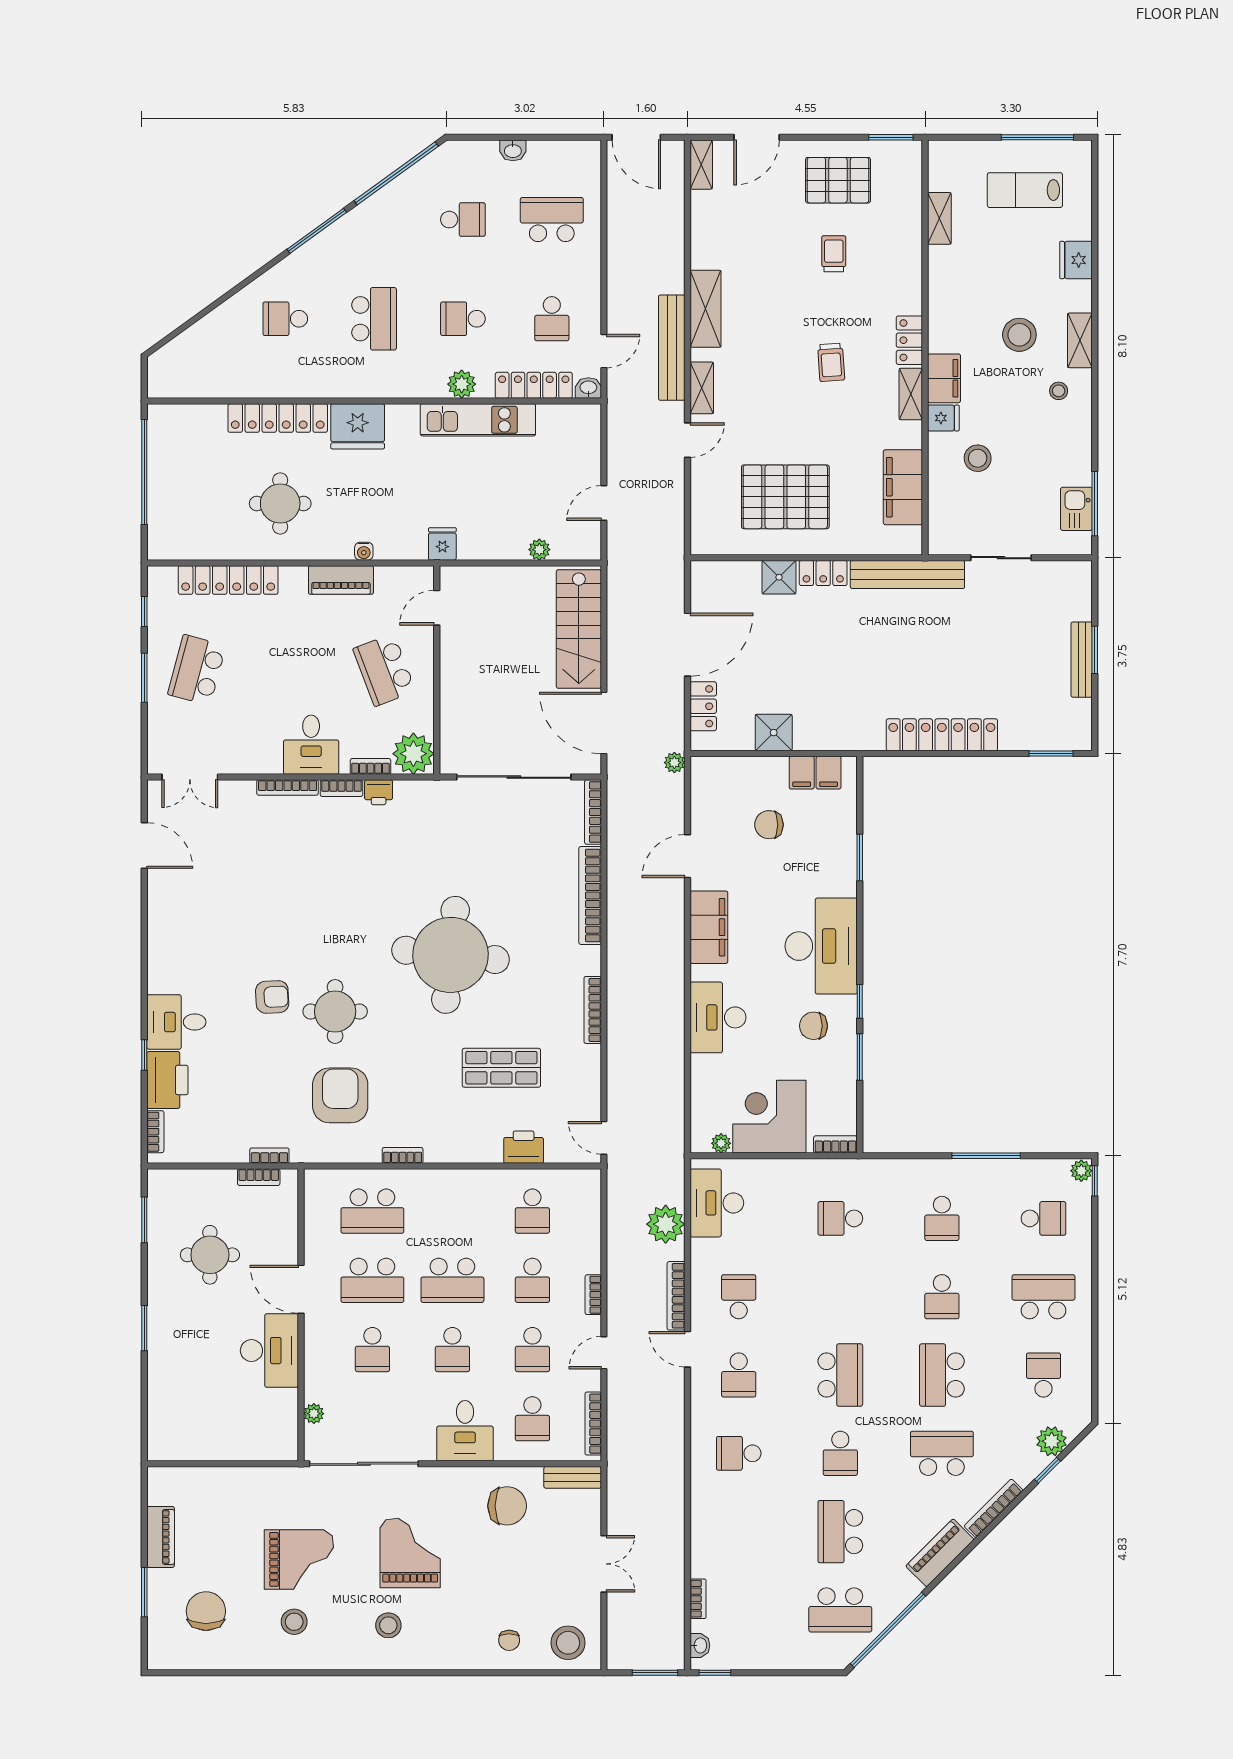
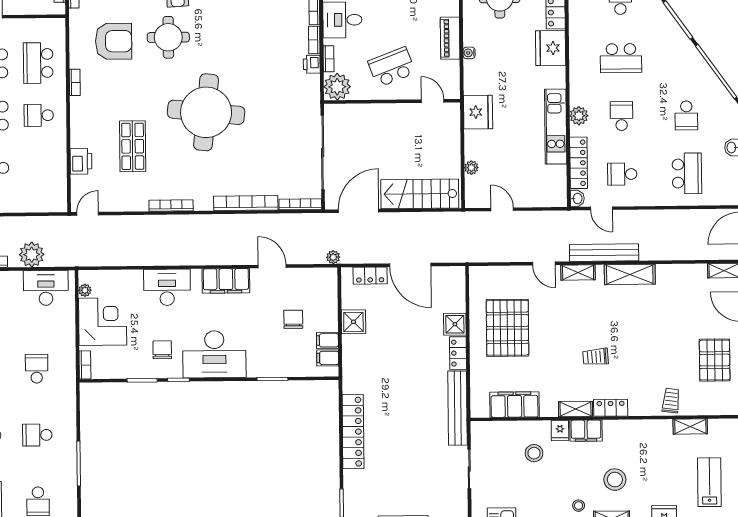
trolley: (834, 254) -> (671, 401), moved, turned -83
fridge: (442, 544) -> (478, 112), width x1.88, depth x1.34
school desk: (532, 1211) -> (39, 115), moved

